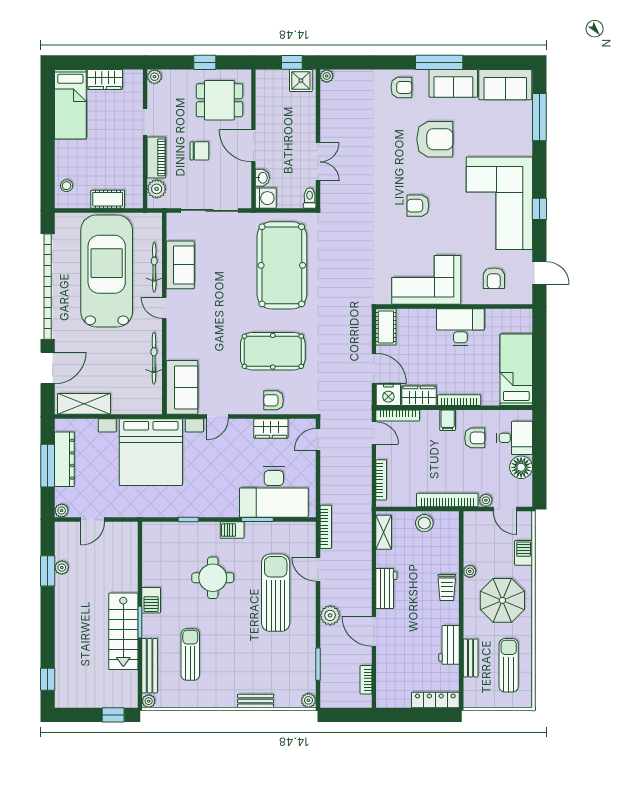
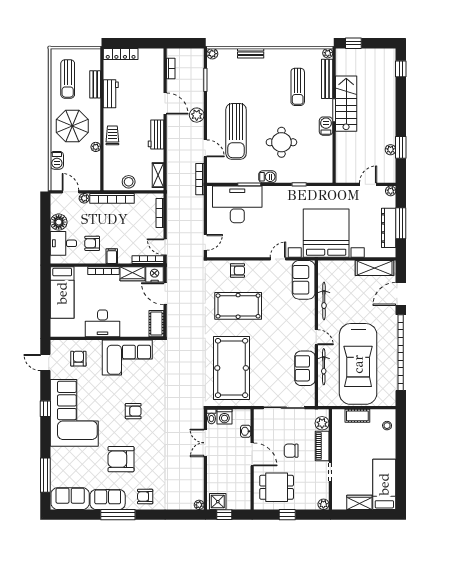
washing machine: (266, 198) -> (224, 417), moved, turned -90
wardrobe: (271, 428) -> (239, 250), removed

